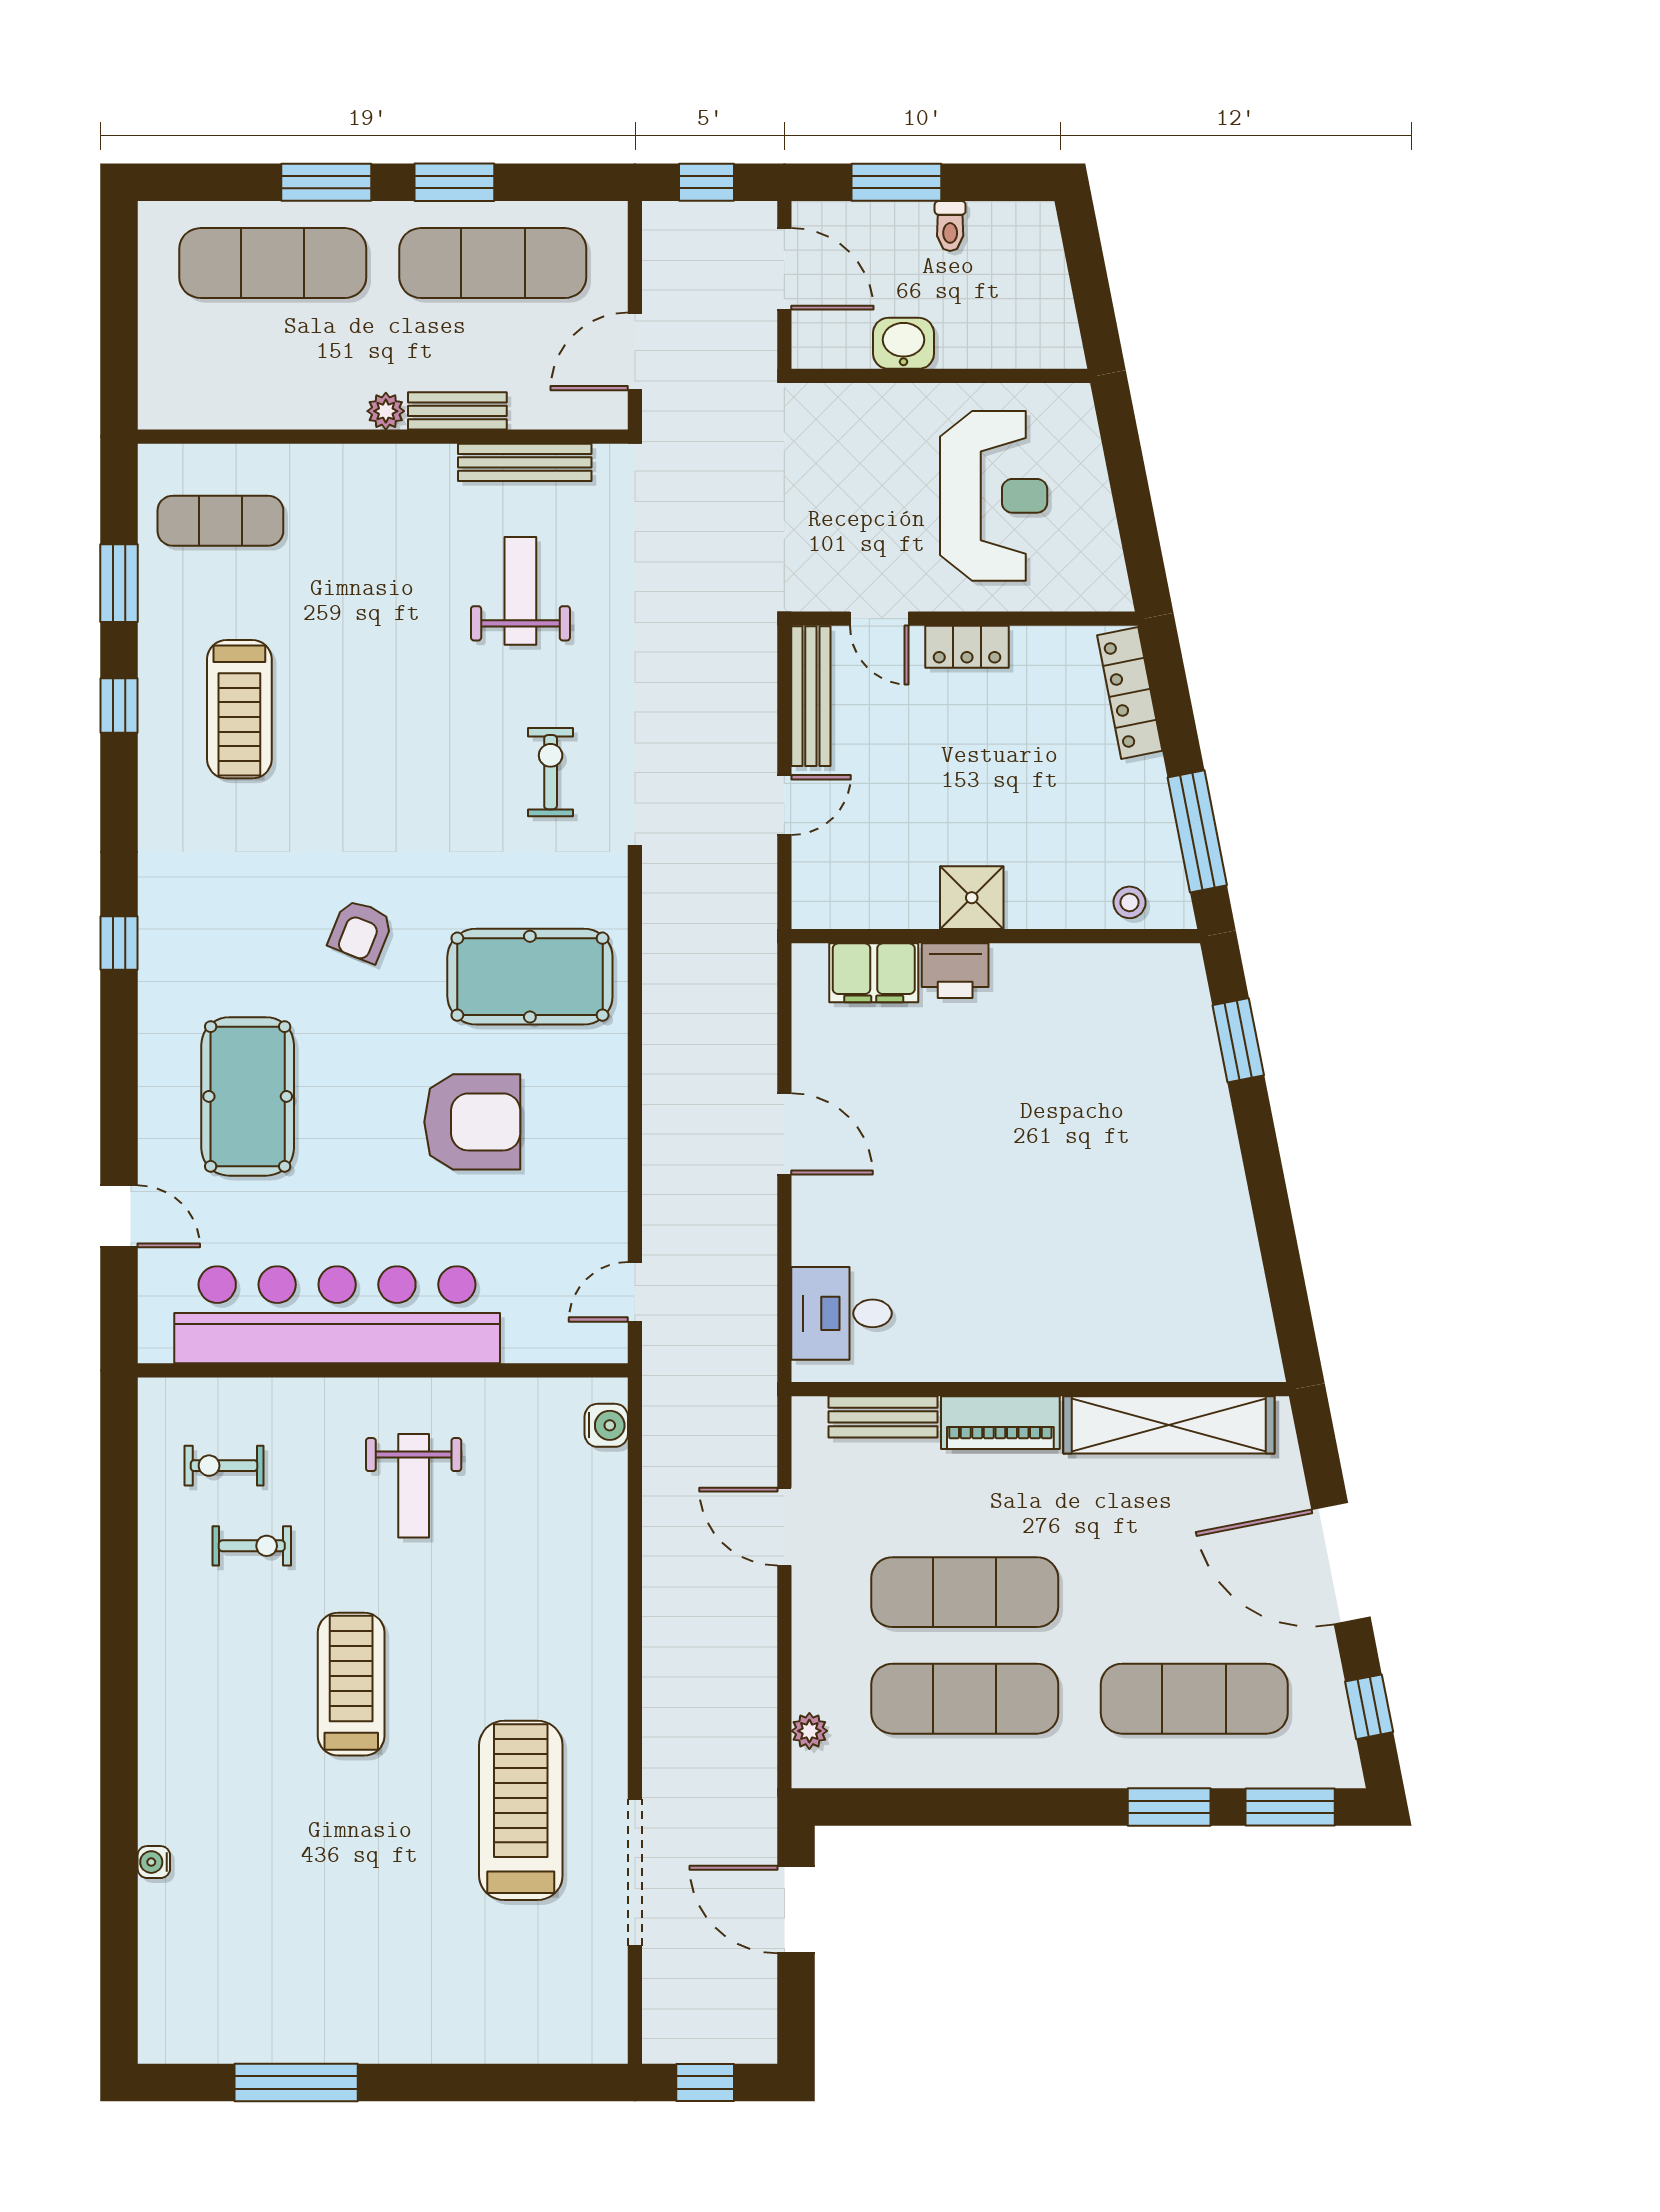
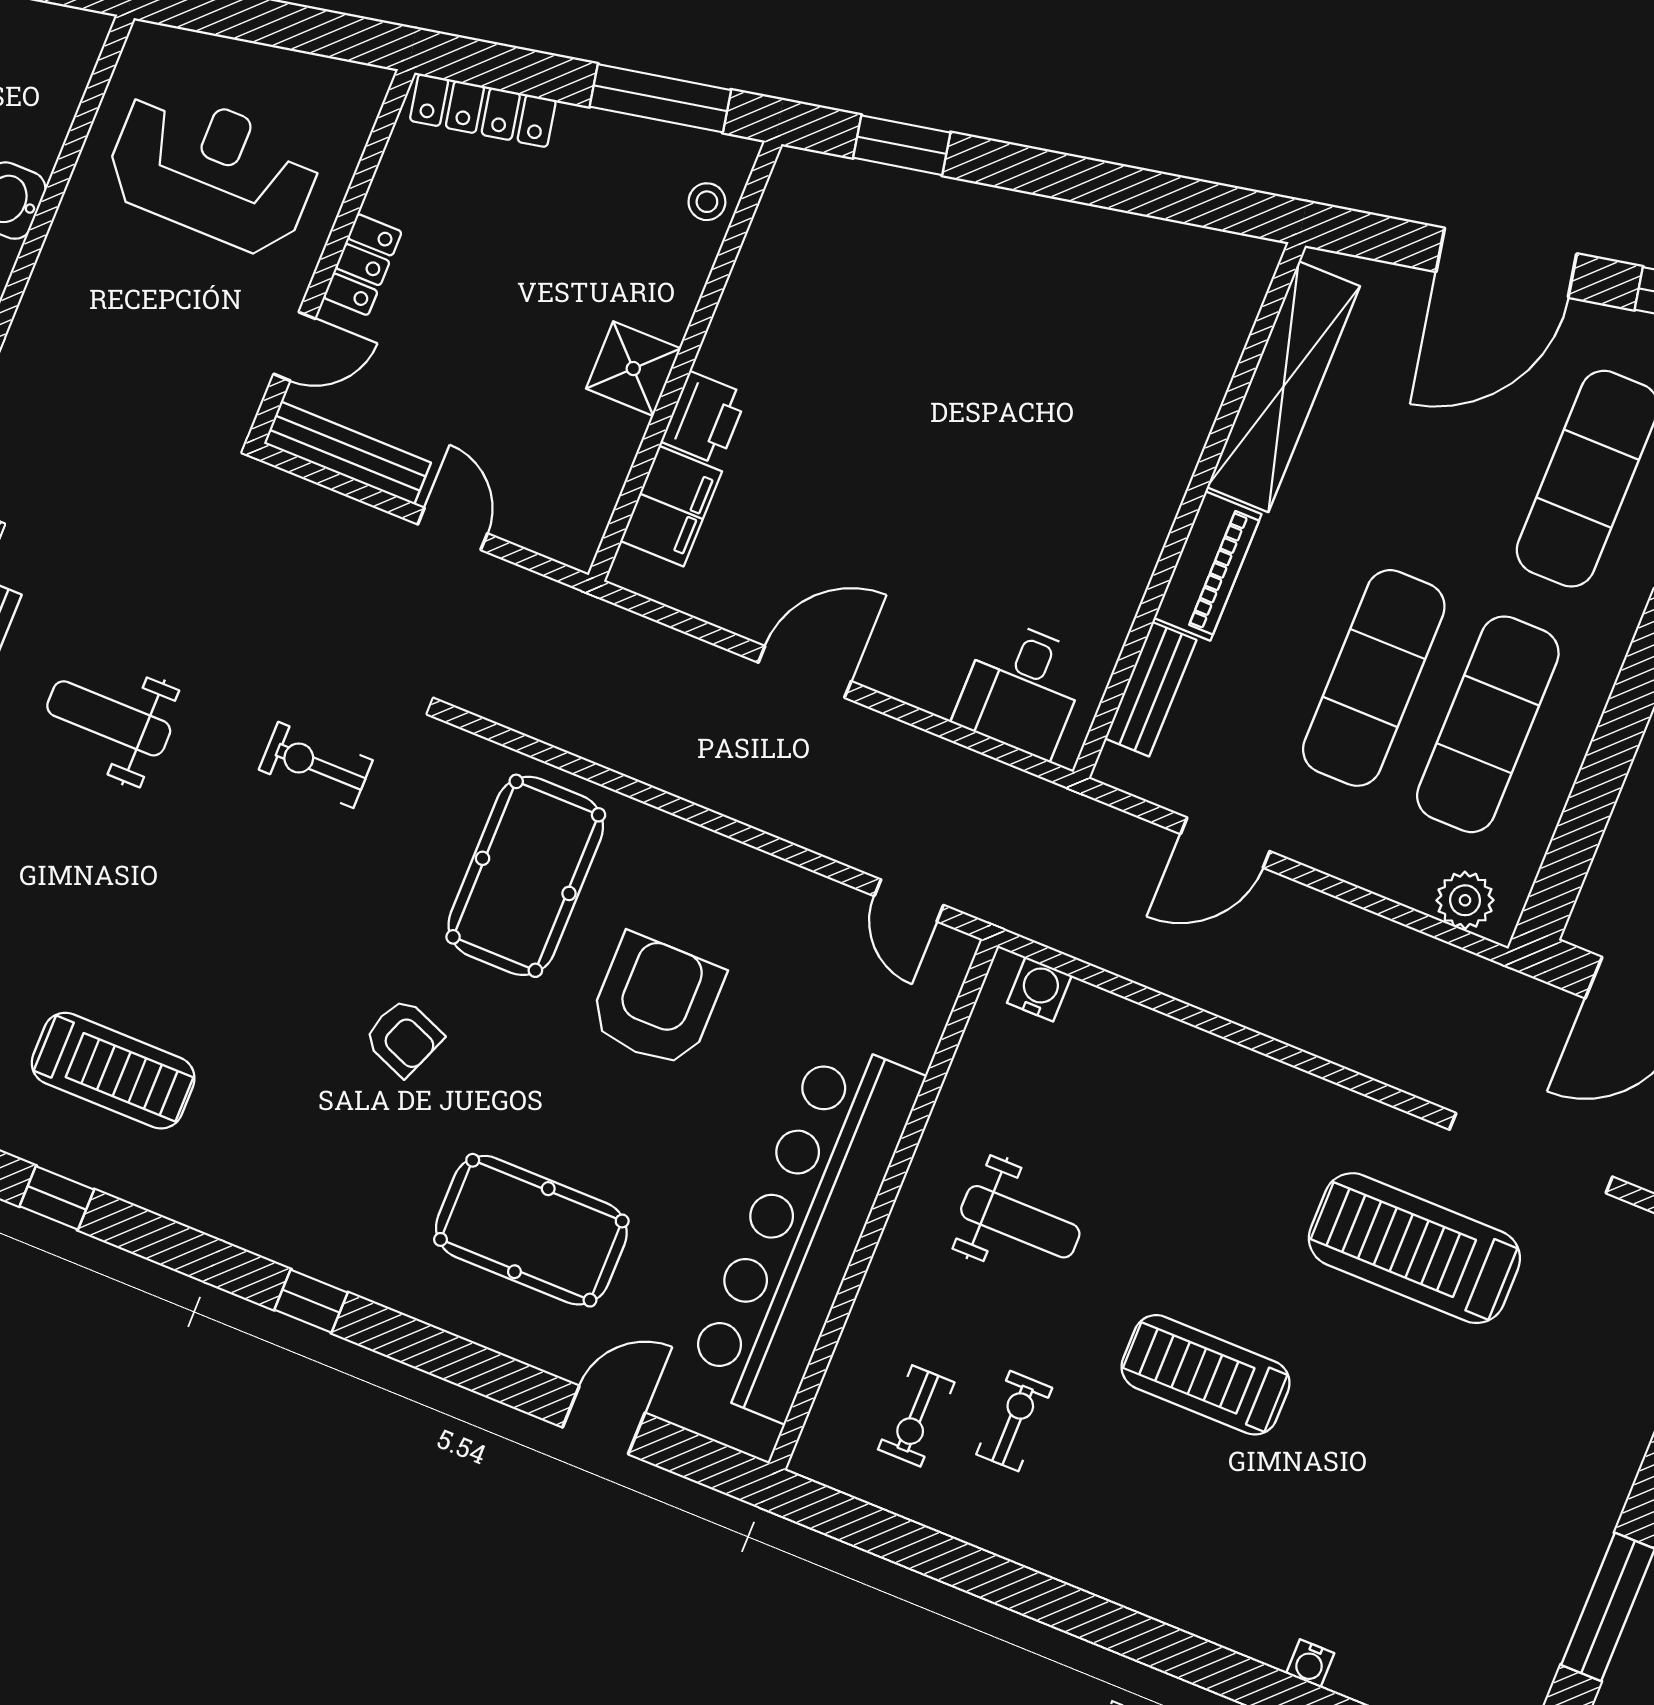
plant: (809, 1731) -> (1465, 900), width x1.38, depth x1.38

